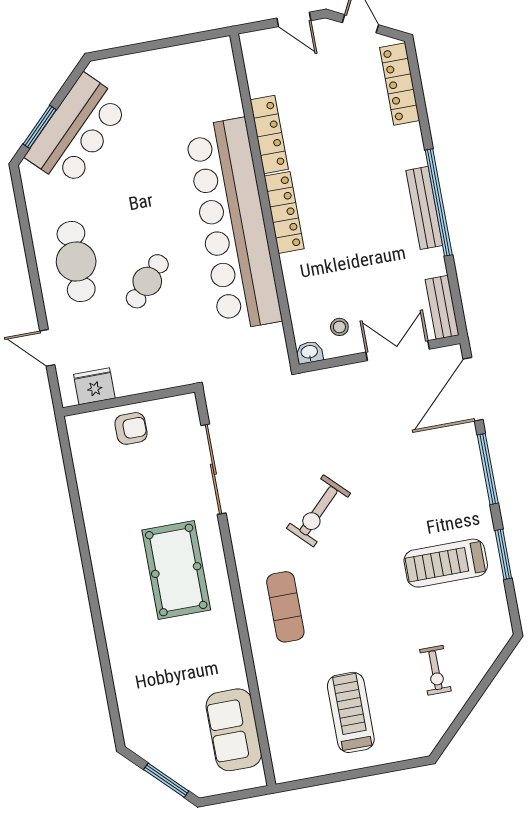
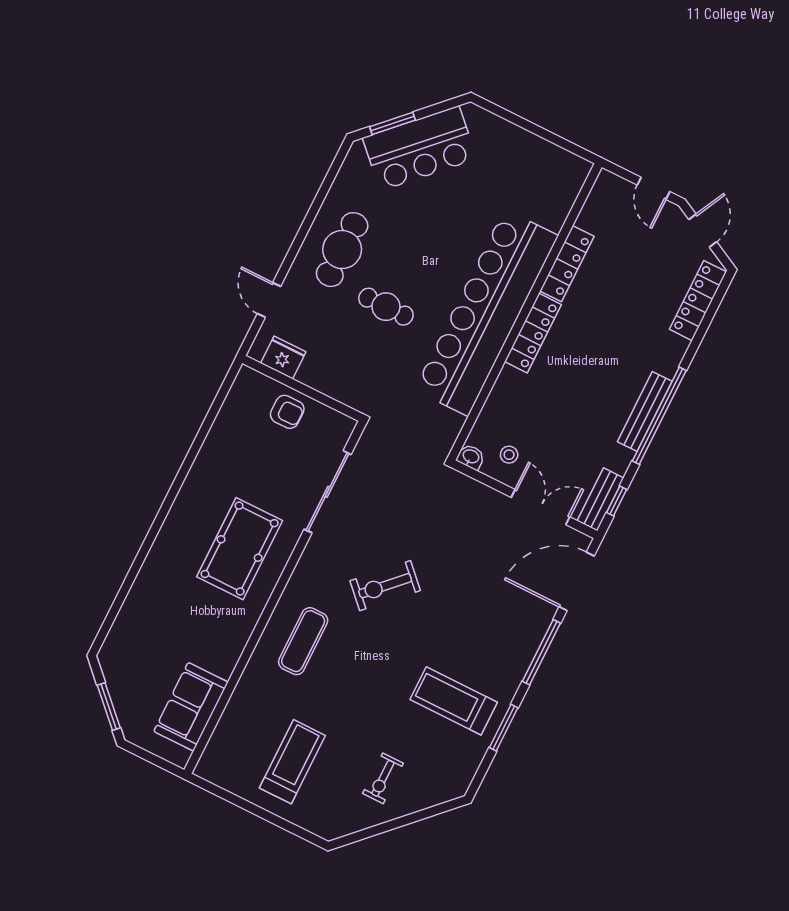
cafe table: (147, 281) -> (386, 307), turned 47
window: (456, 299) -> (617, 501), added

